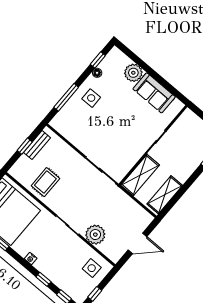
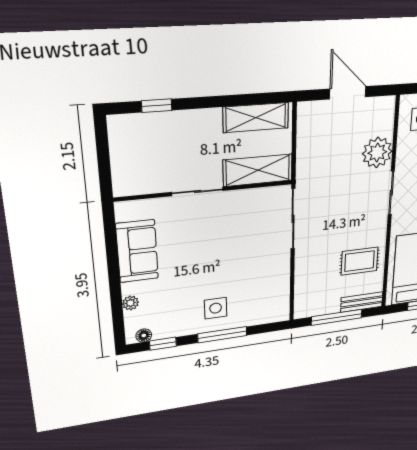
floor lamp: (97, 73) -> (144, 335), moved
plant: (133, 73) -> (130, 303), width x0.53, depth x0.53
window: (66, 97) -> (222, 335), moved
bench: (37, 145) -> (362, 302), moved
window: (25, 146) -> (337, 317), width x2.17

